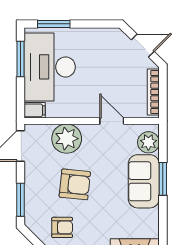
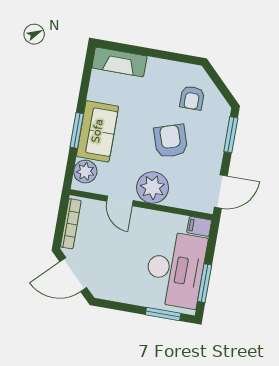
door: (143, 46) -> (73, 275), width x1.38
plant: (67, 139) -> (153, 188), moved
armchair: (75, 184) -> (171, 141), turned 66
armchair: (62, 227) -> (192, 98), turned -90

